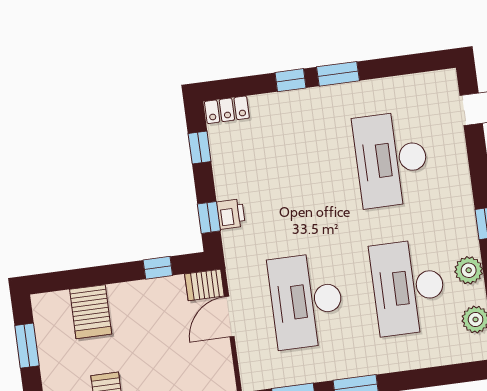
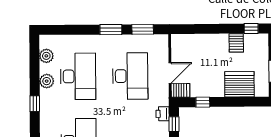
printer: (231, 214) -> (163, 114), moved
server rack: (91, 312) -> (239, 84), width x1.60

